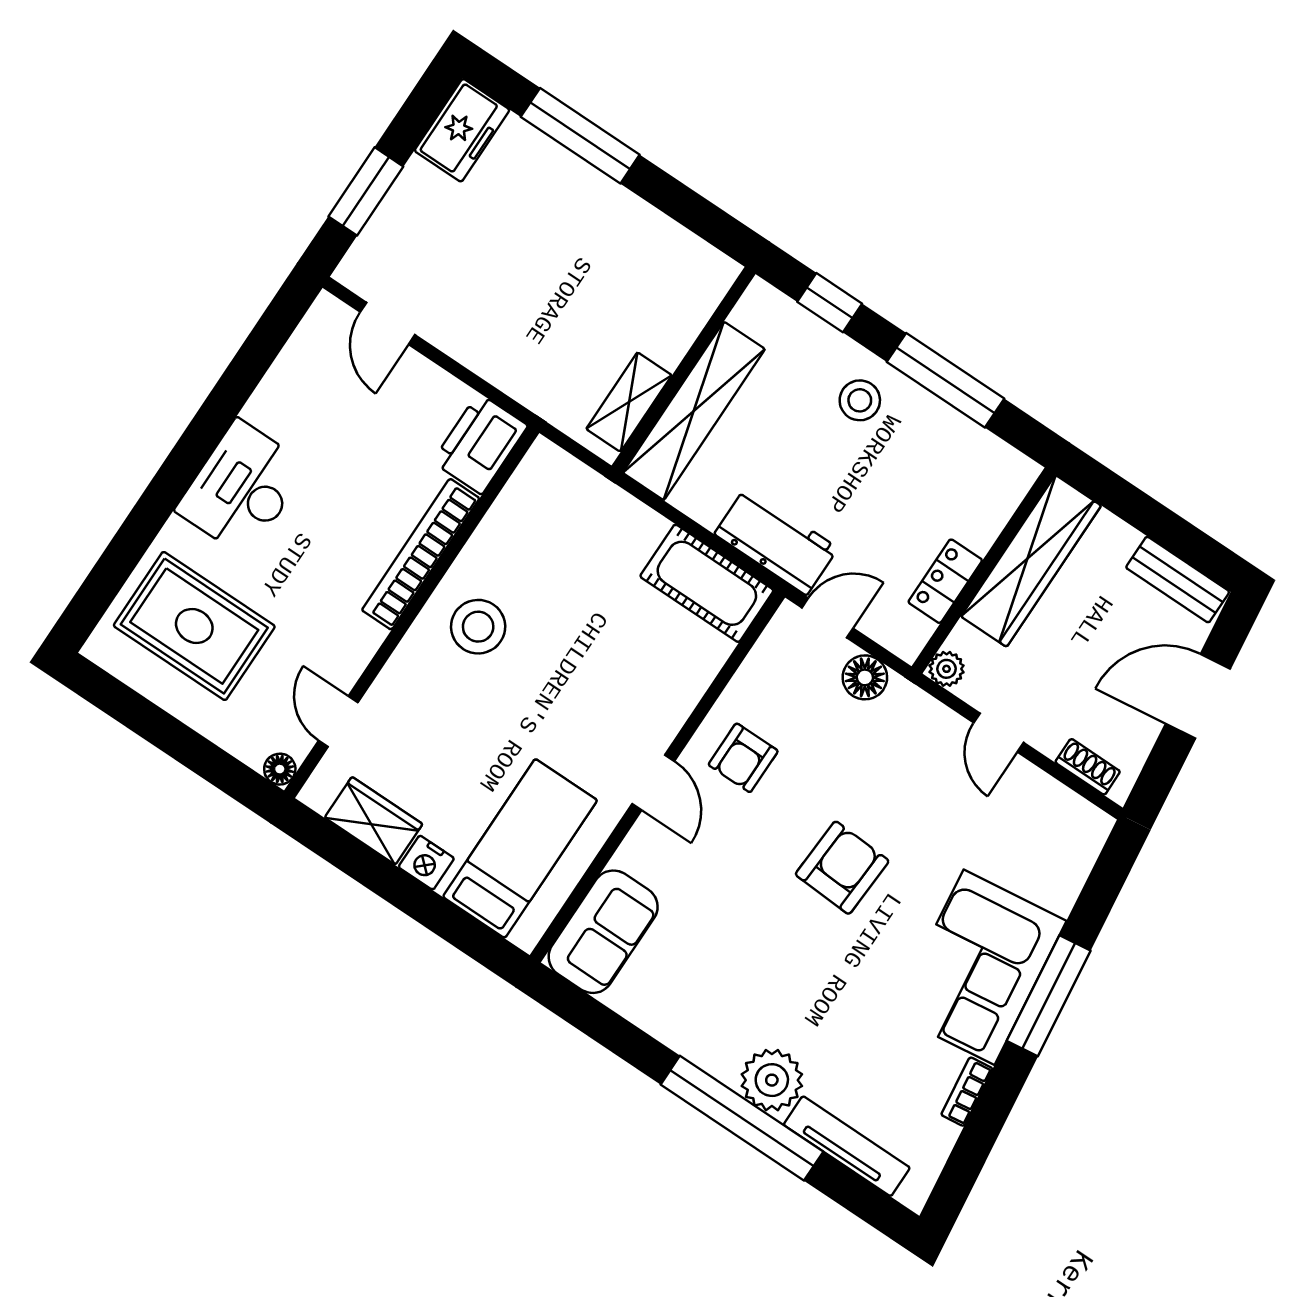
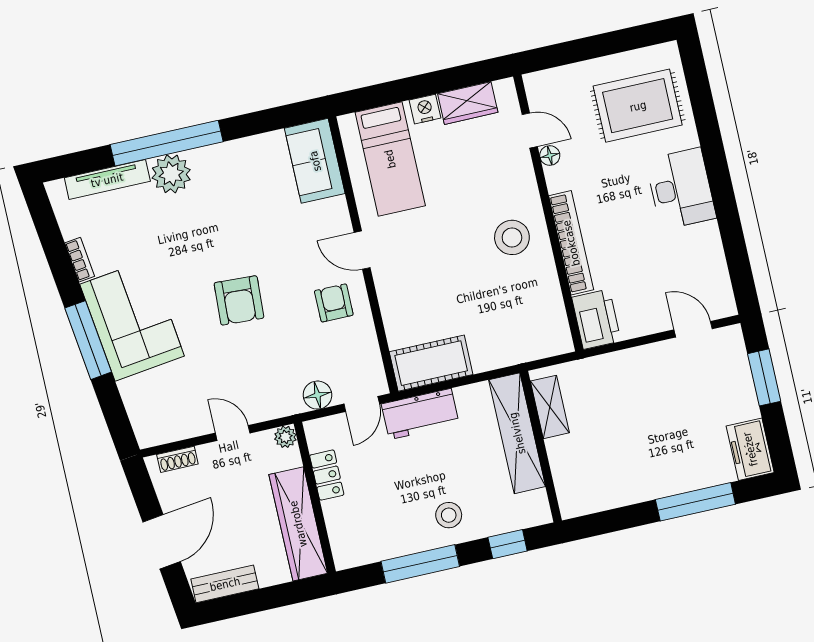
floor lamp: (280, 769) -> (550, 156), moved

